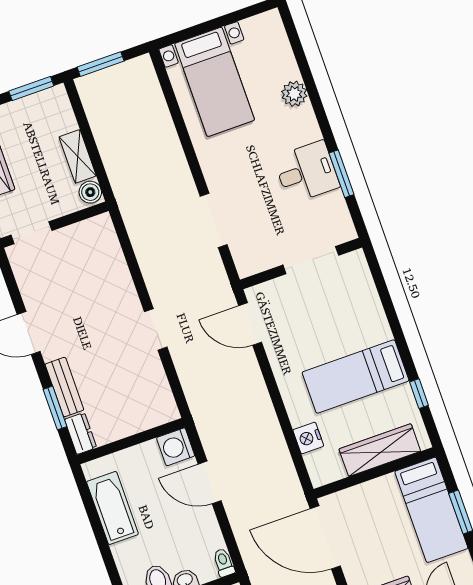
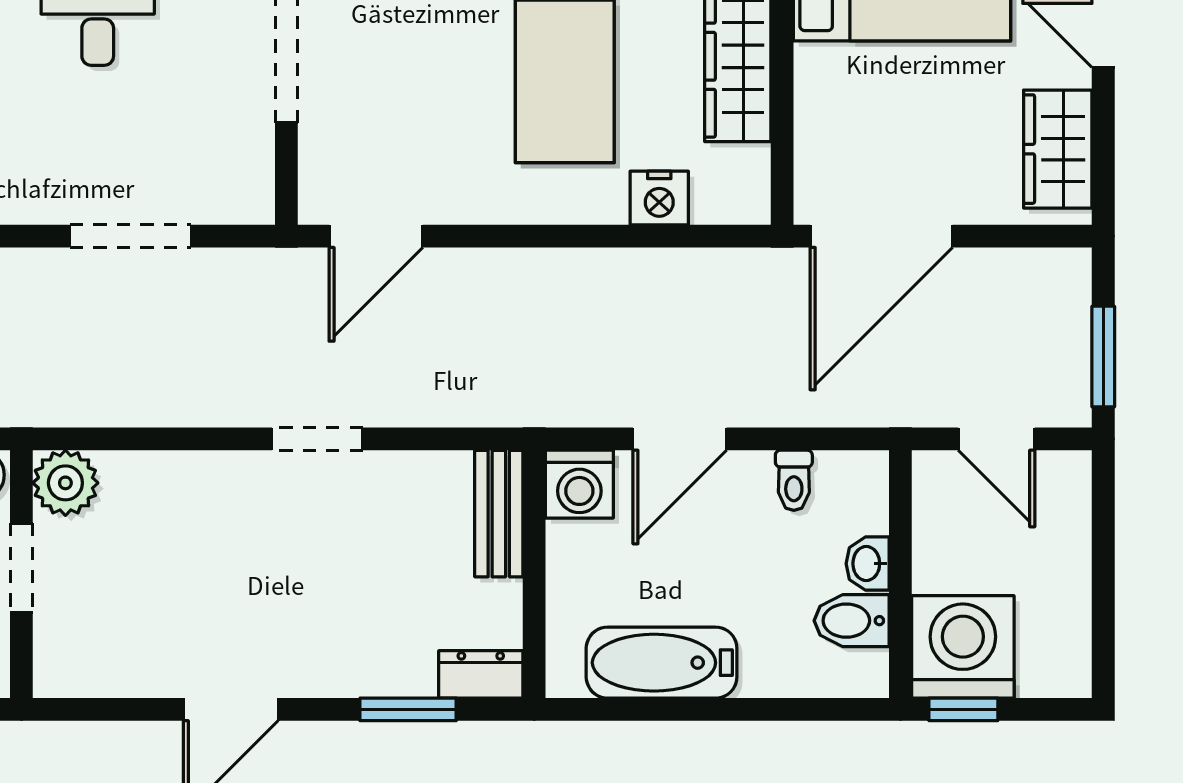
plant: (100, 230) -> (65, 483), added
doorway: (31, 233) -> (21, 568), moved
bench: (64, 387) -> (499, 514), moved, turned 90
toilet: (224, 563) -> (794, 480), moved, turned -90

